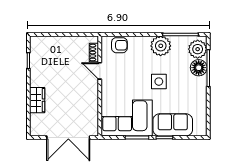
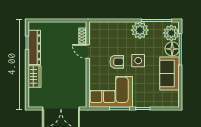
armchair: (119, 45) -> (117, 62), moved
dresser: (37, 66) -> (34, 47), added
sofa: (173, 125) -> (169, 73), moved, turned -90

